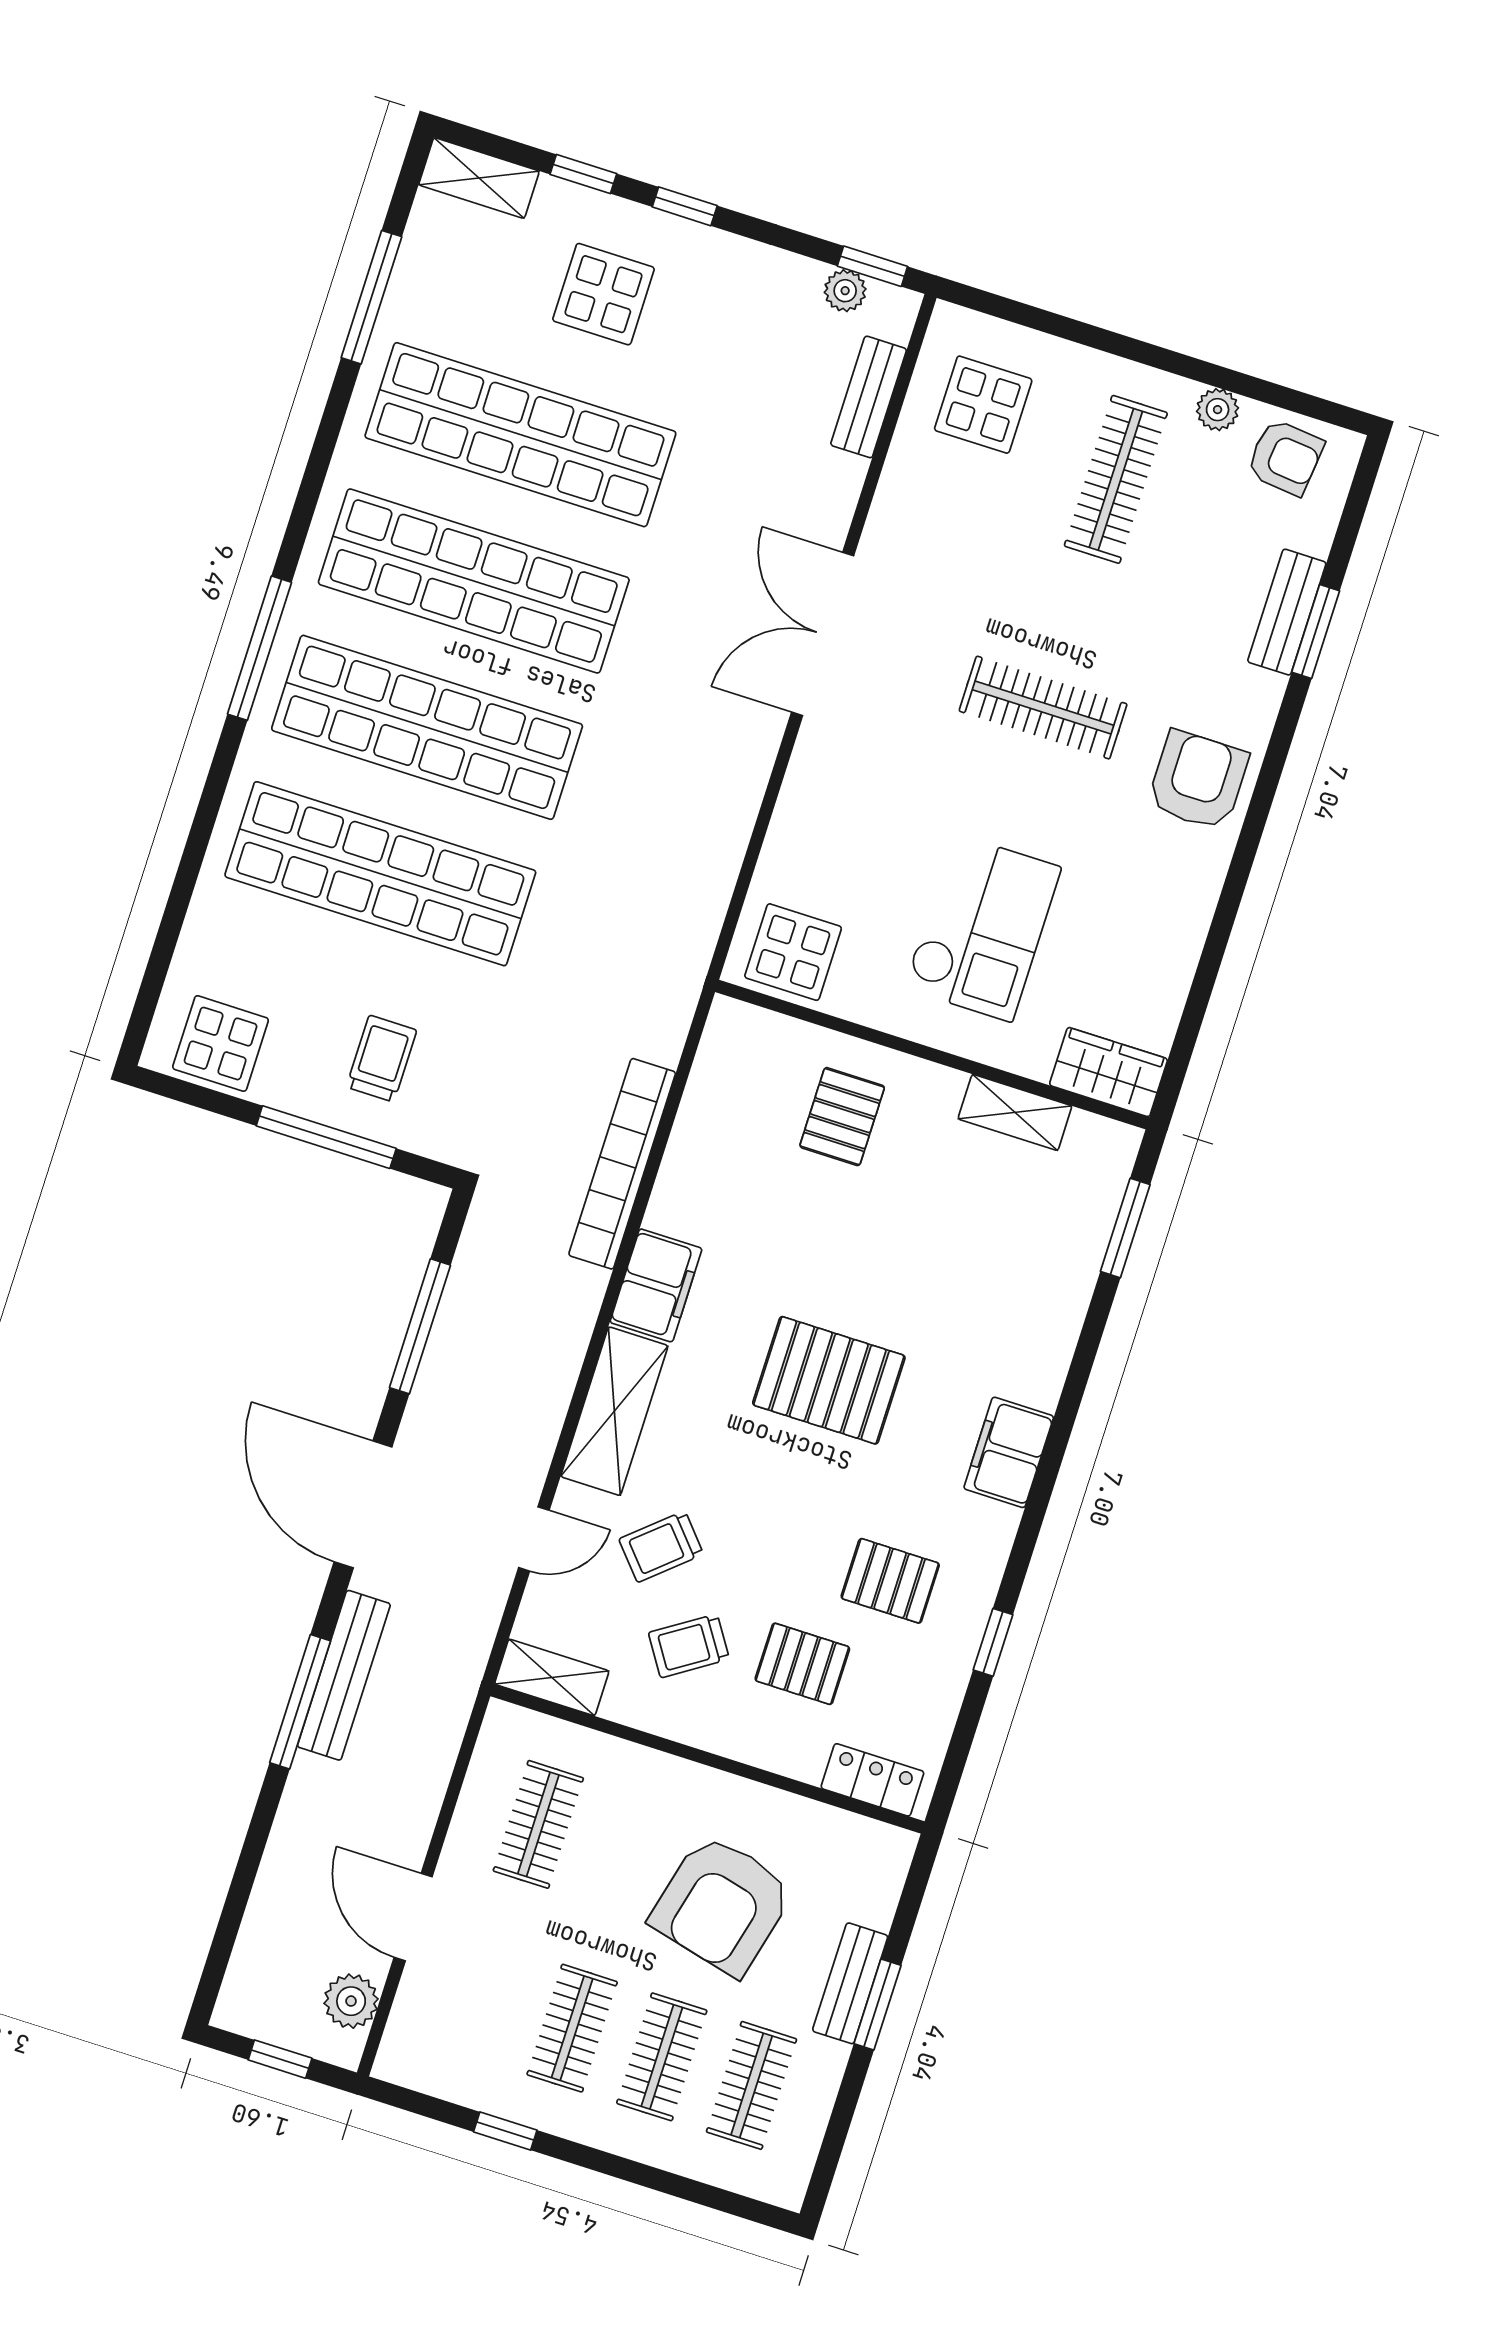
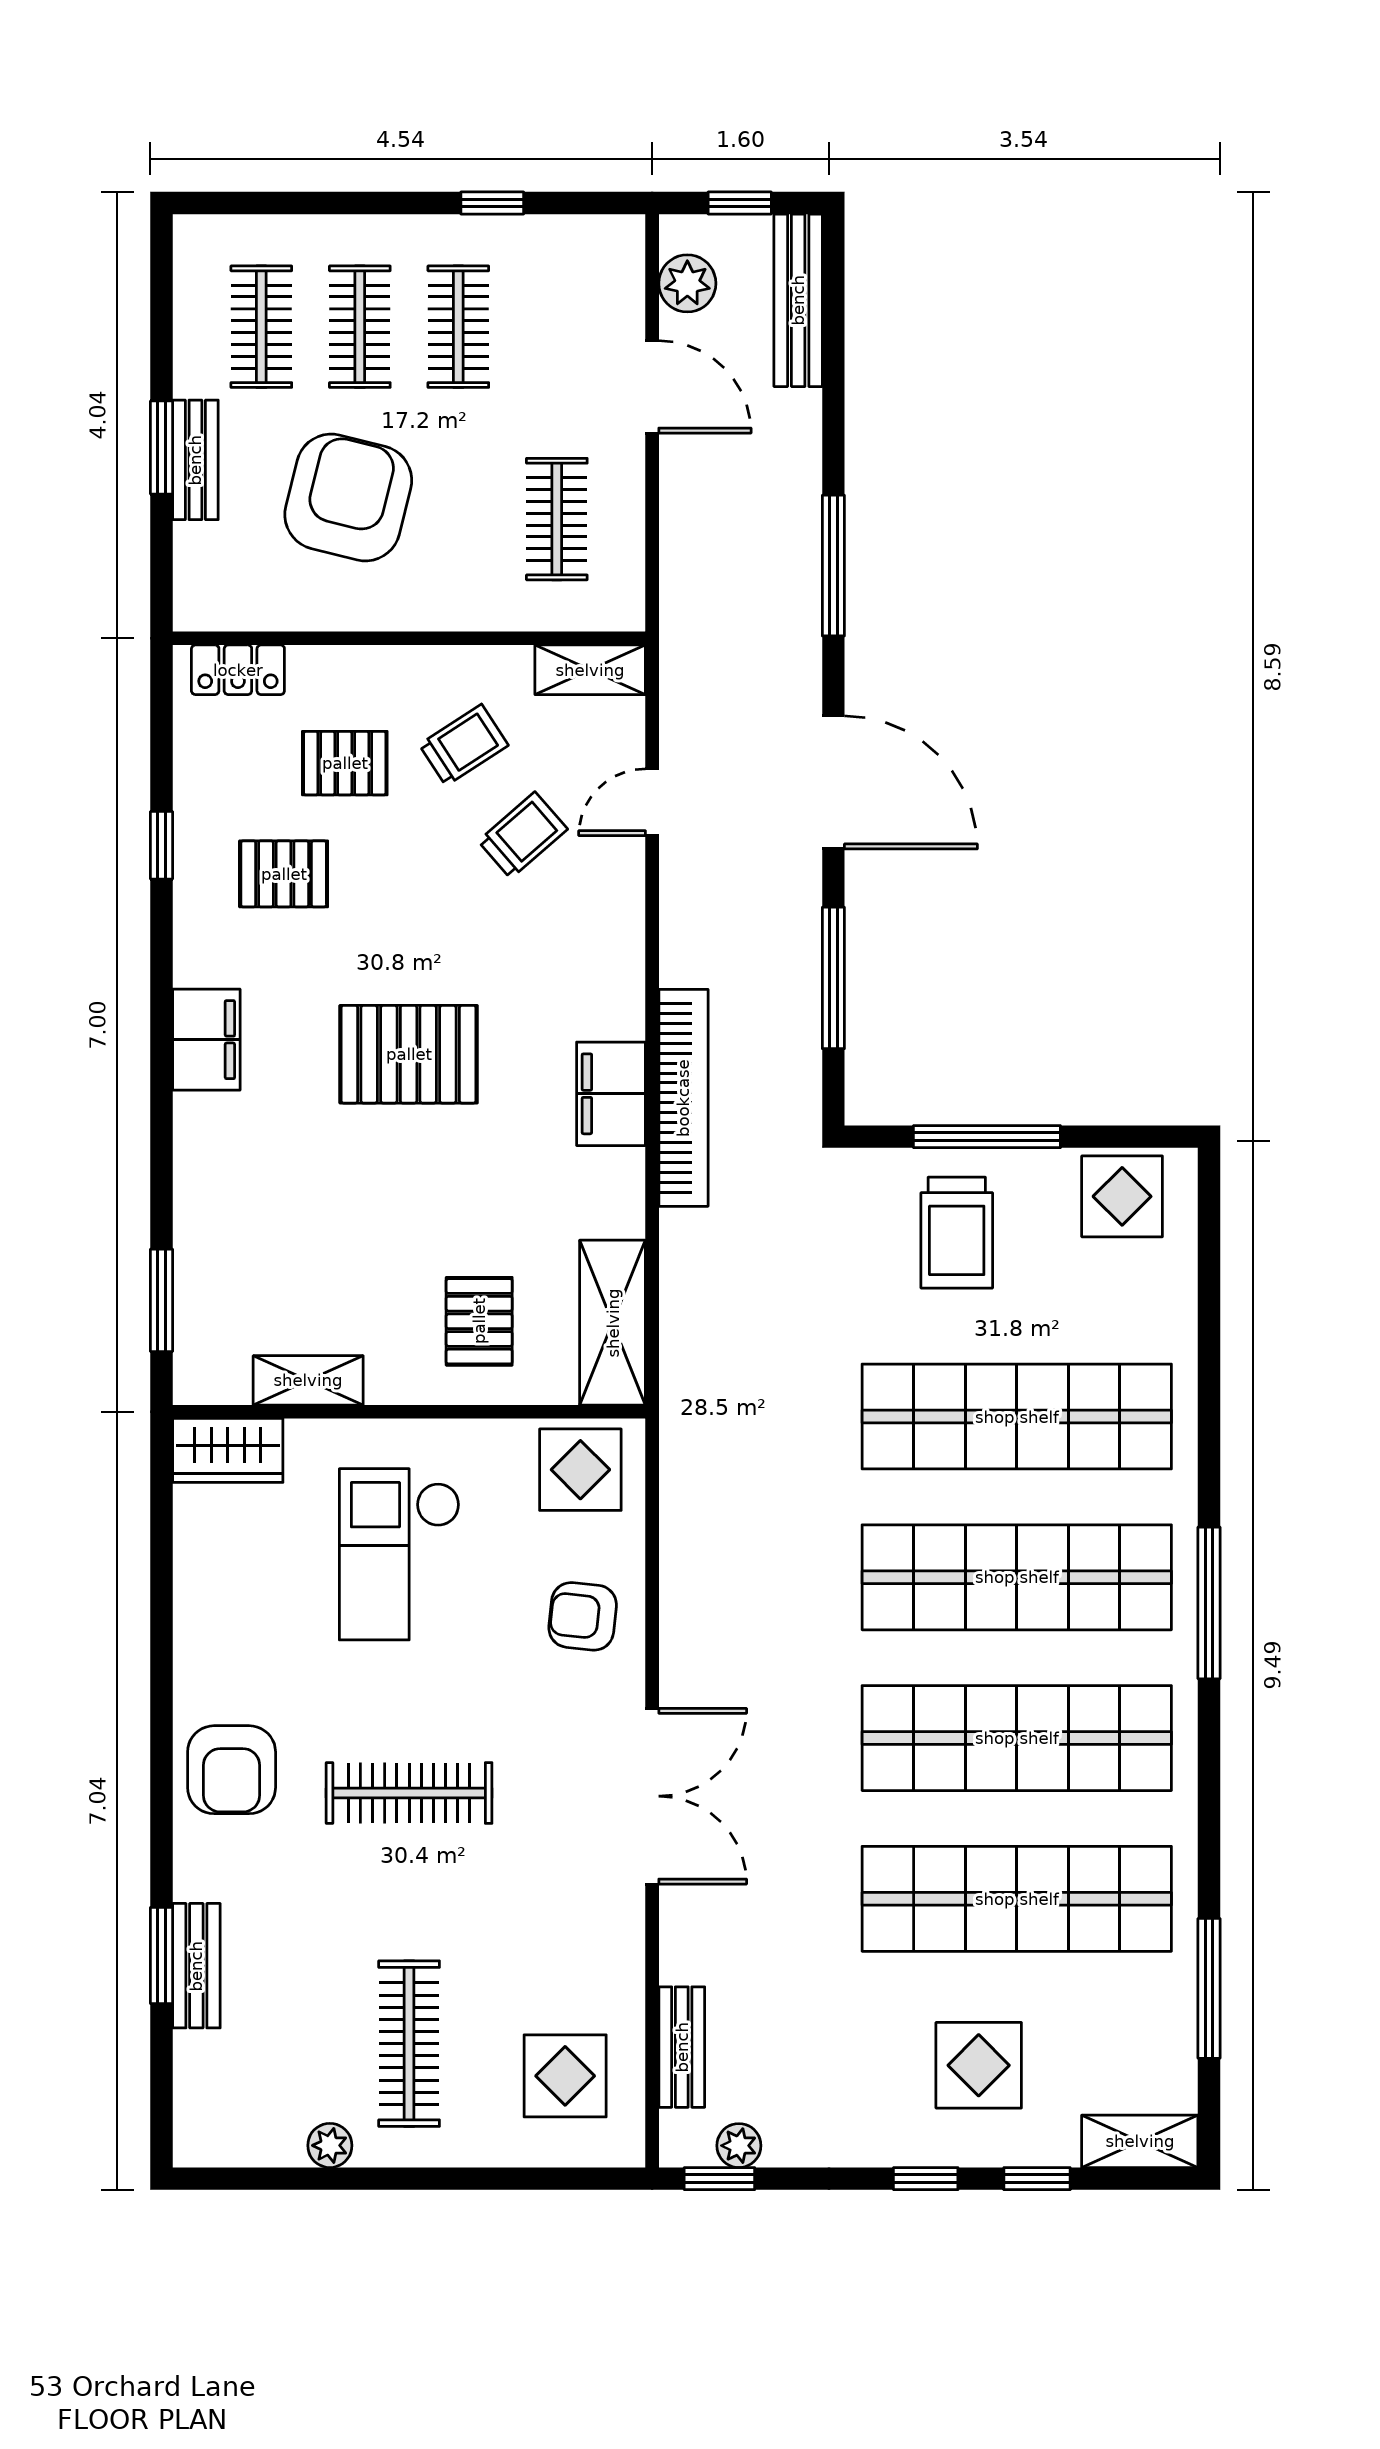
armchair: (1285, 457) -> (583, 1616), moved
trolley: (382, 1059) -> (957, 1233), width x1.36, depth x1.39
bookcase: (622, 1164) -> (683, 1098), moved
shelving: (614, 1411) -> (613, 1323), moved
bench: (344, 1675) -> (798, 300), moved

